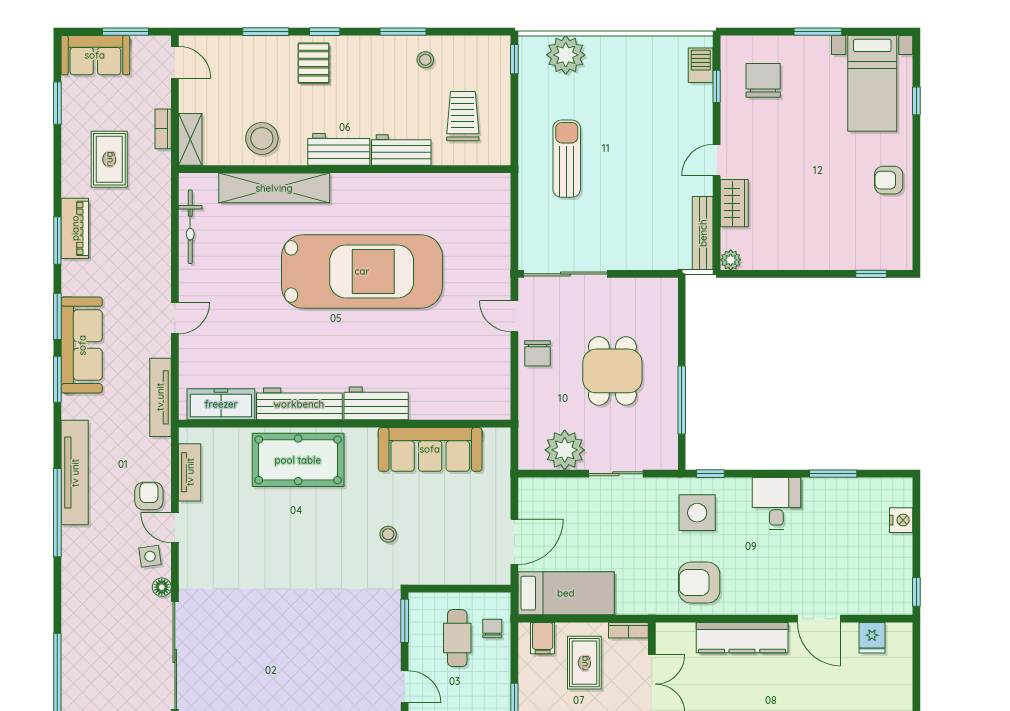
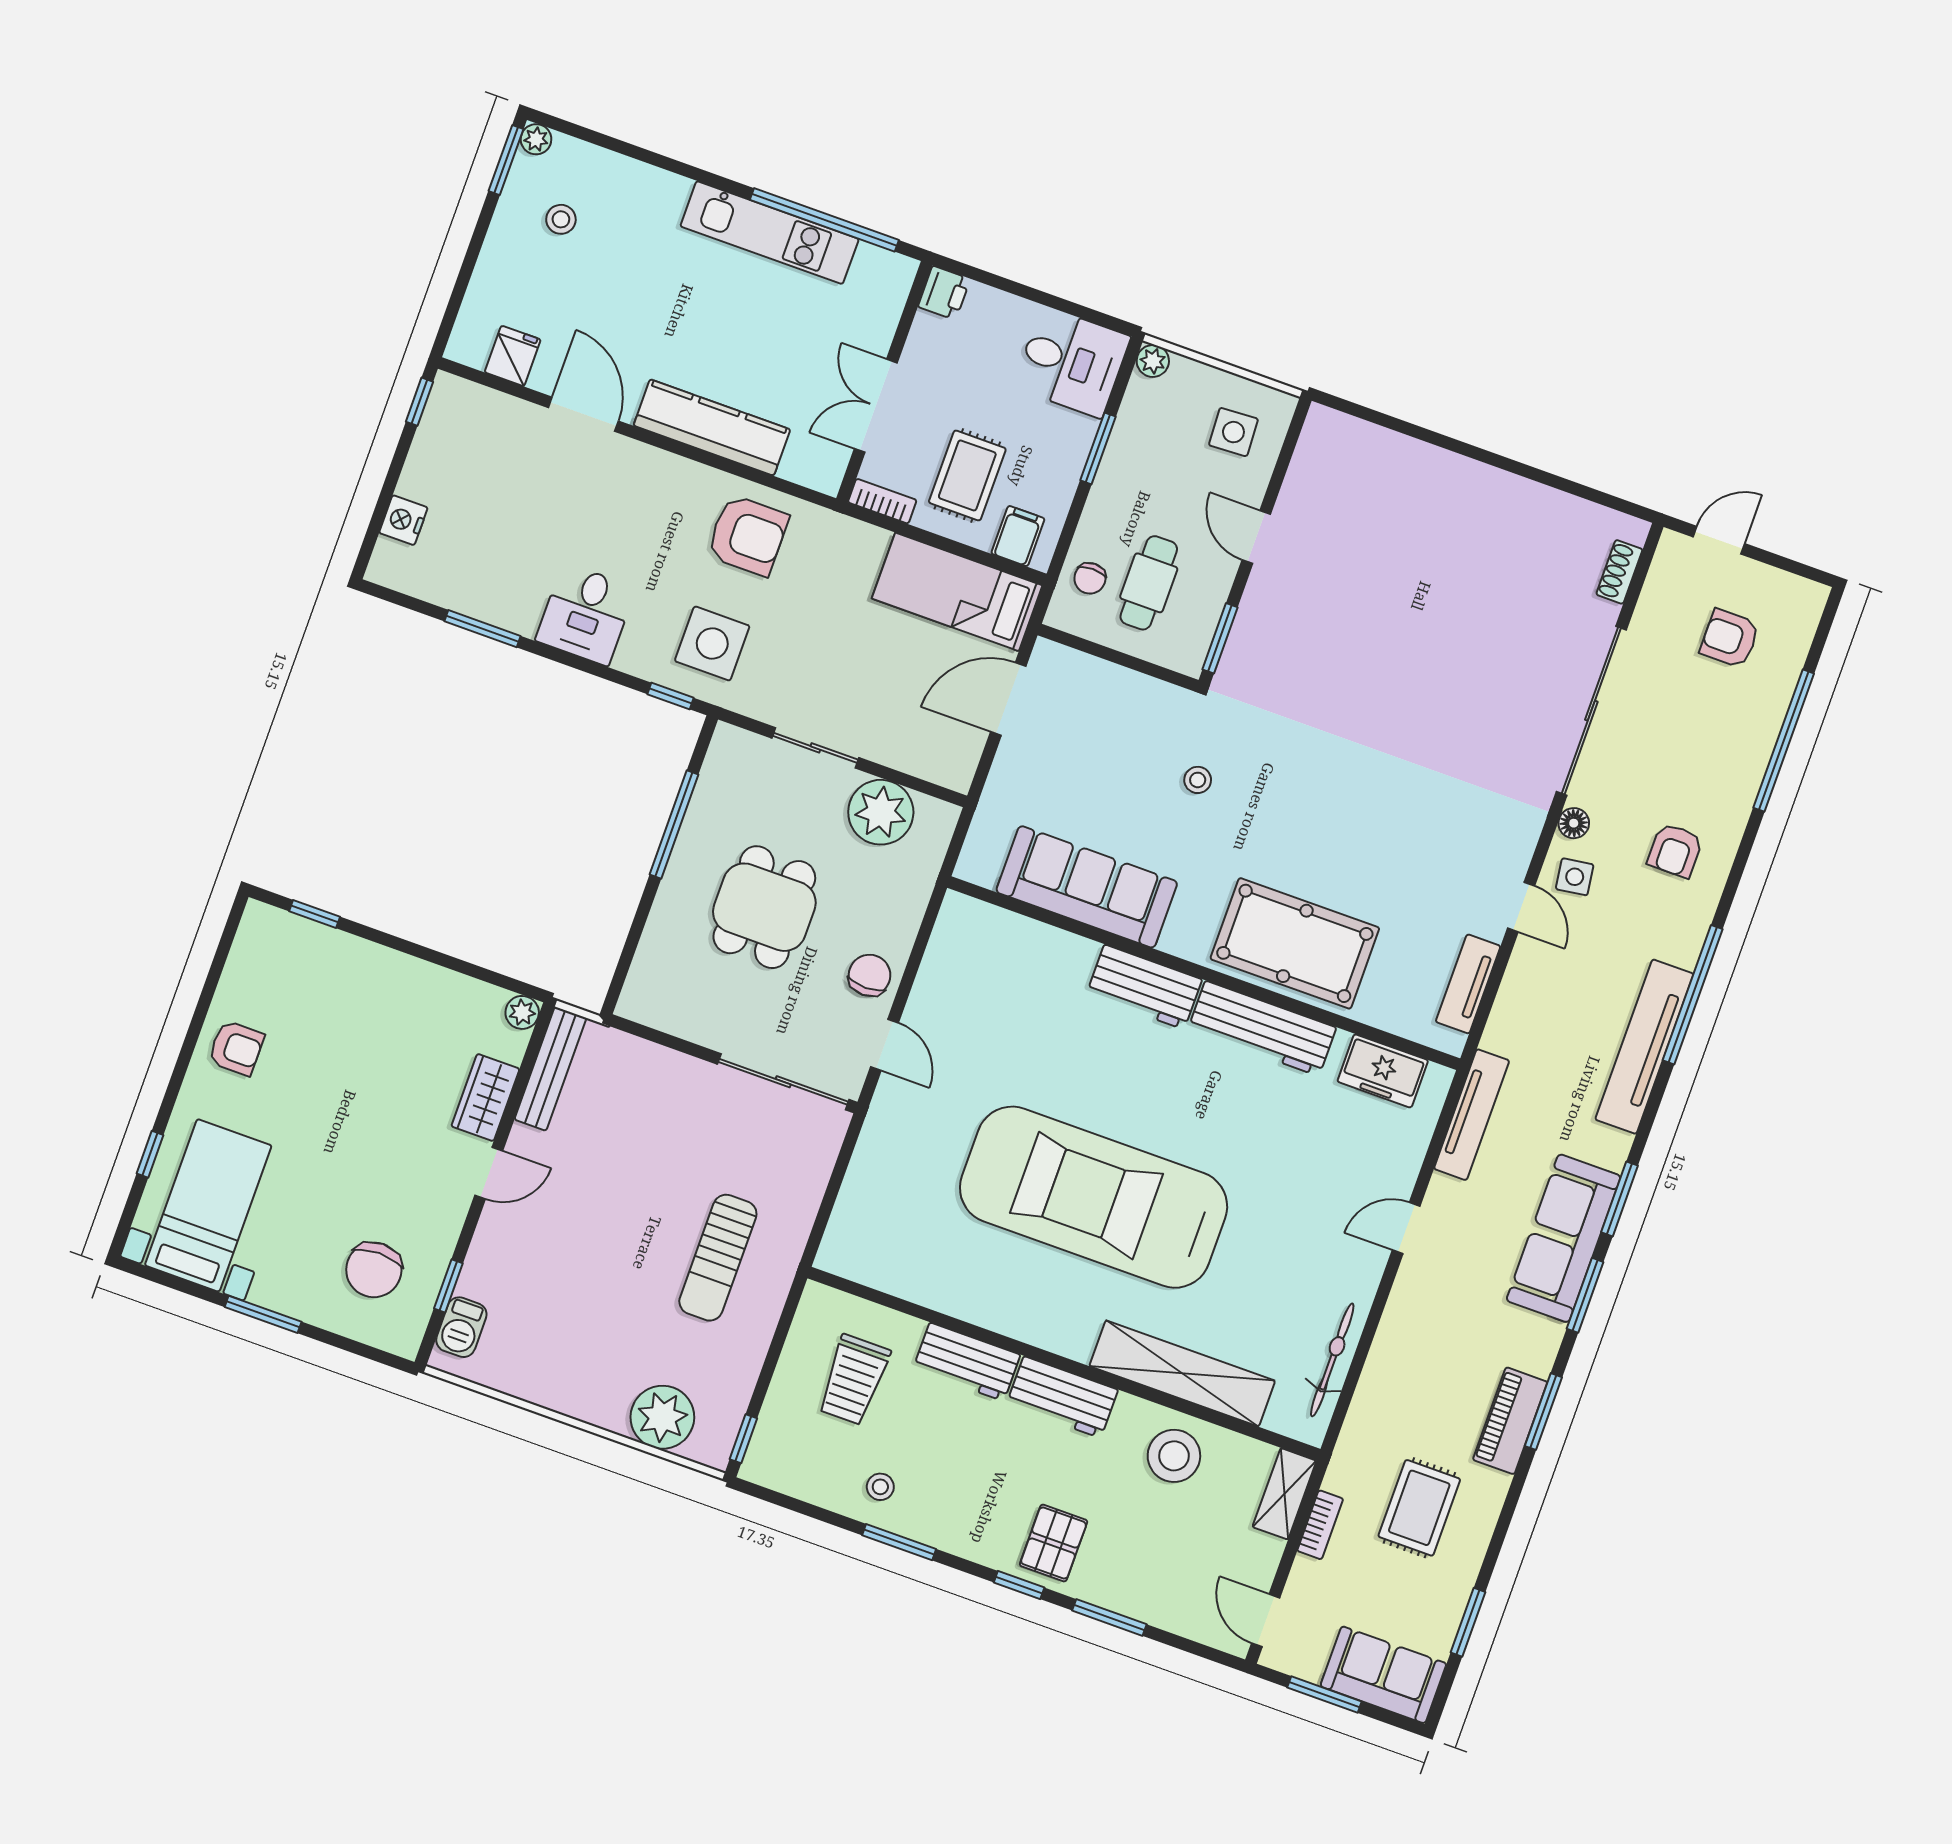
freezer: (221, 404) -> (1383, 1071), width x0.71
armchair: (149, 496) -> (1675, 850), moved

